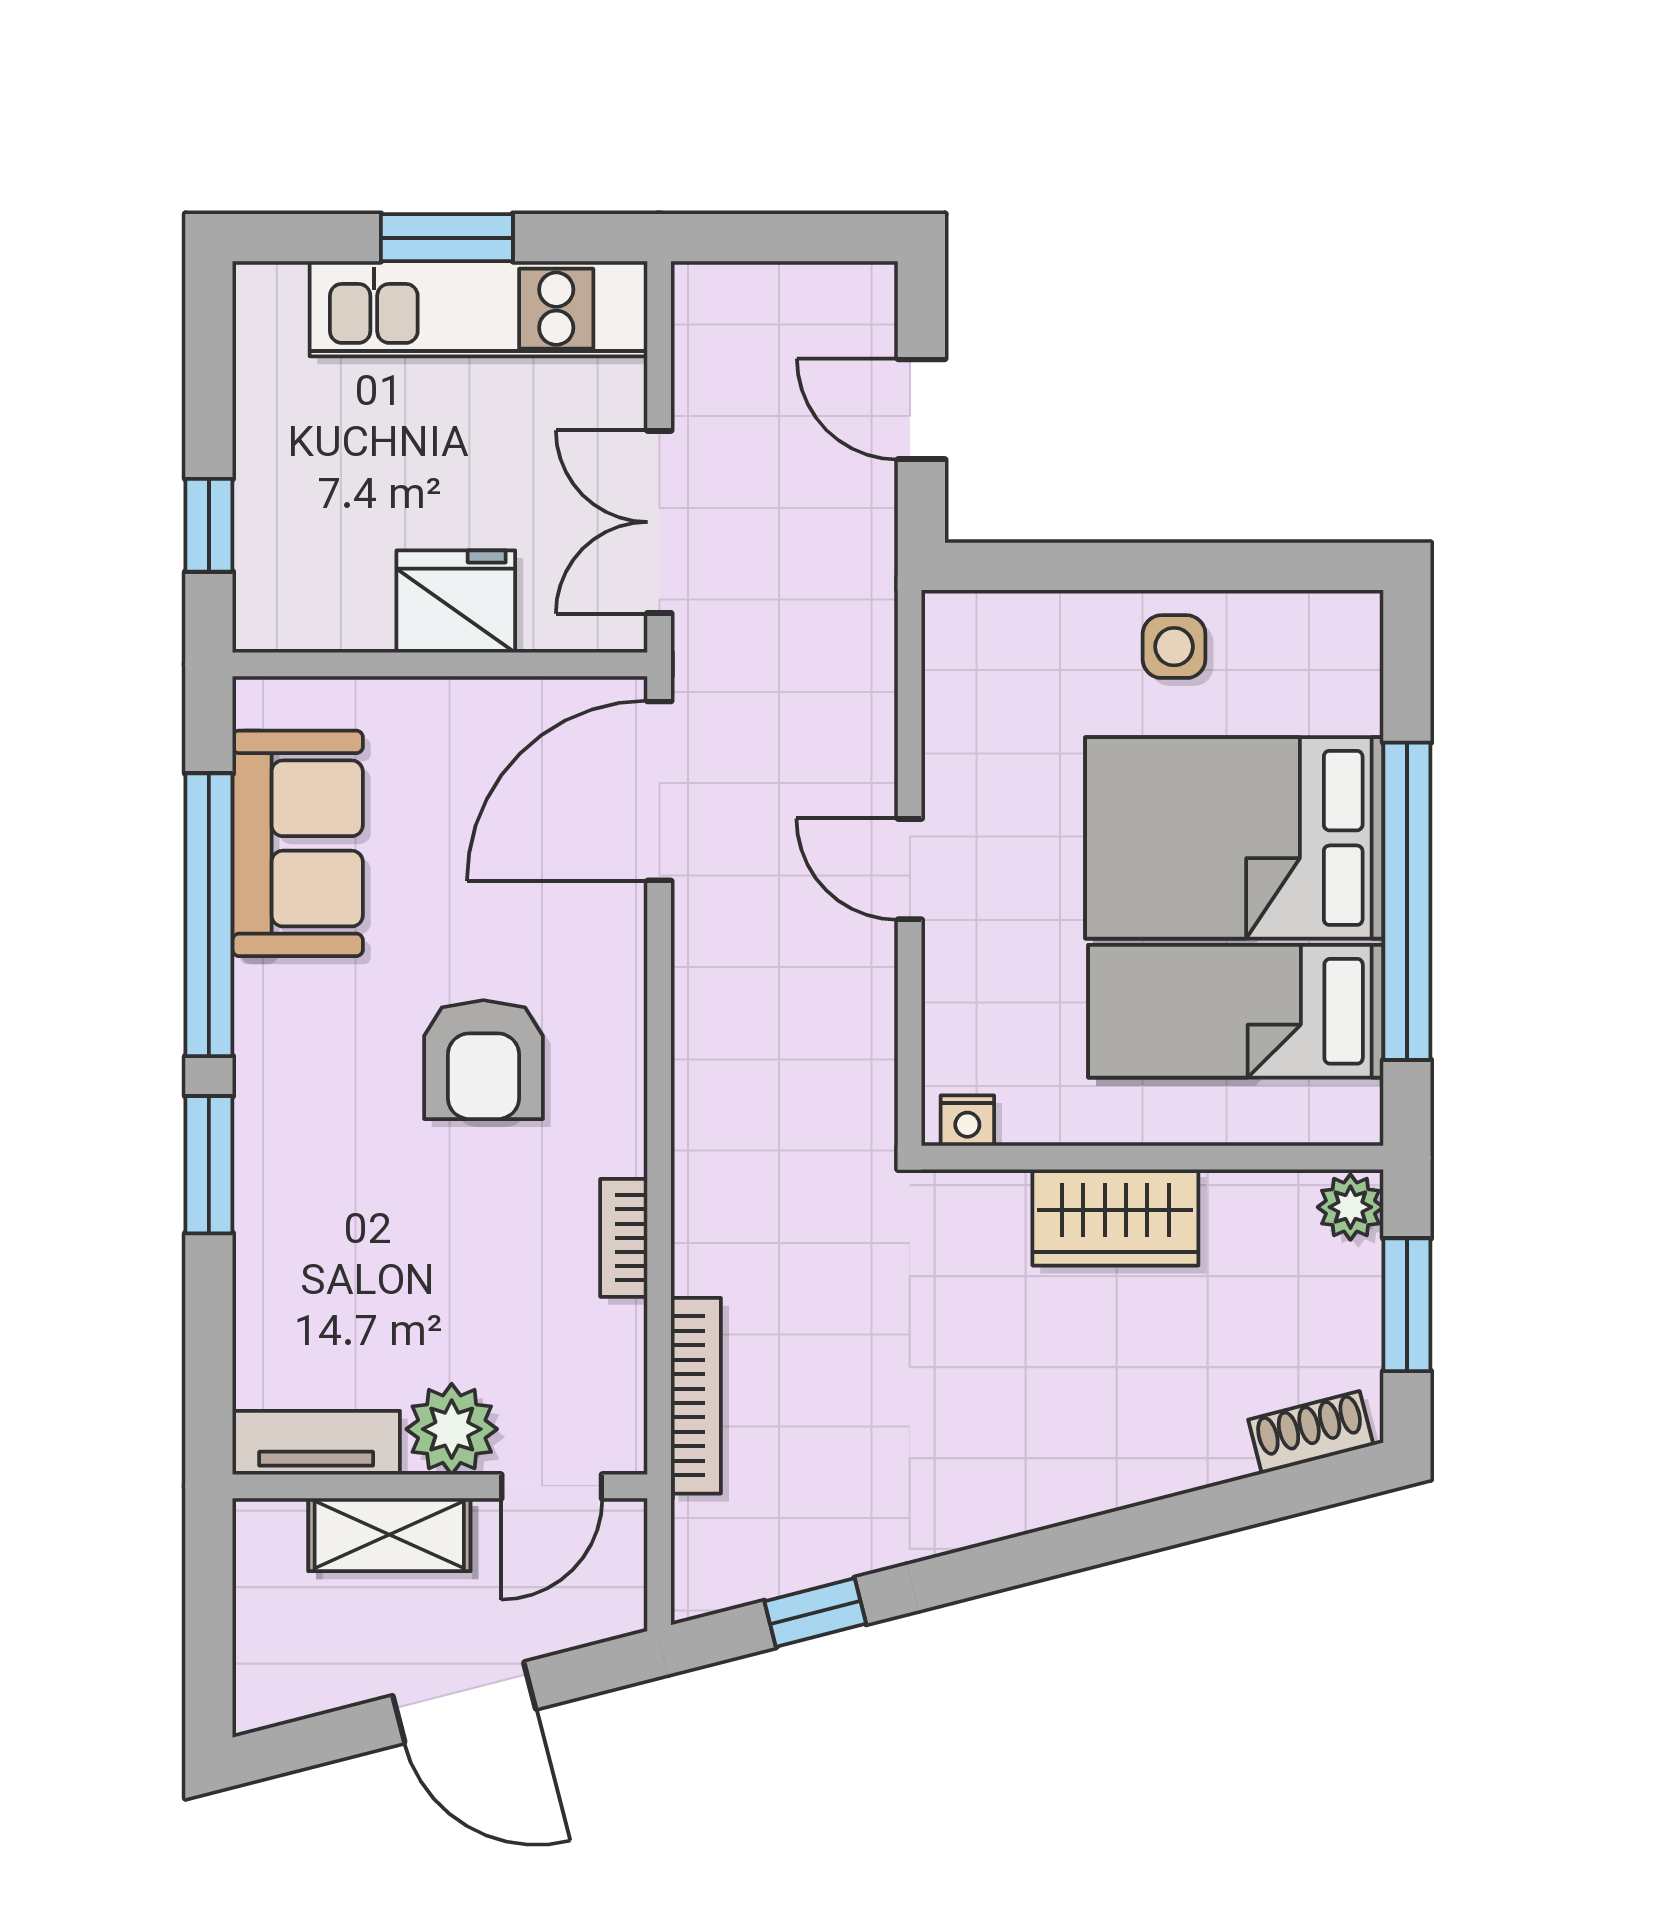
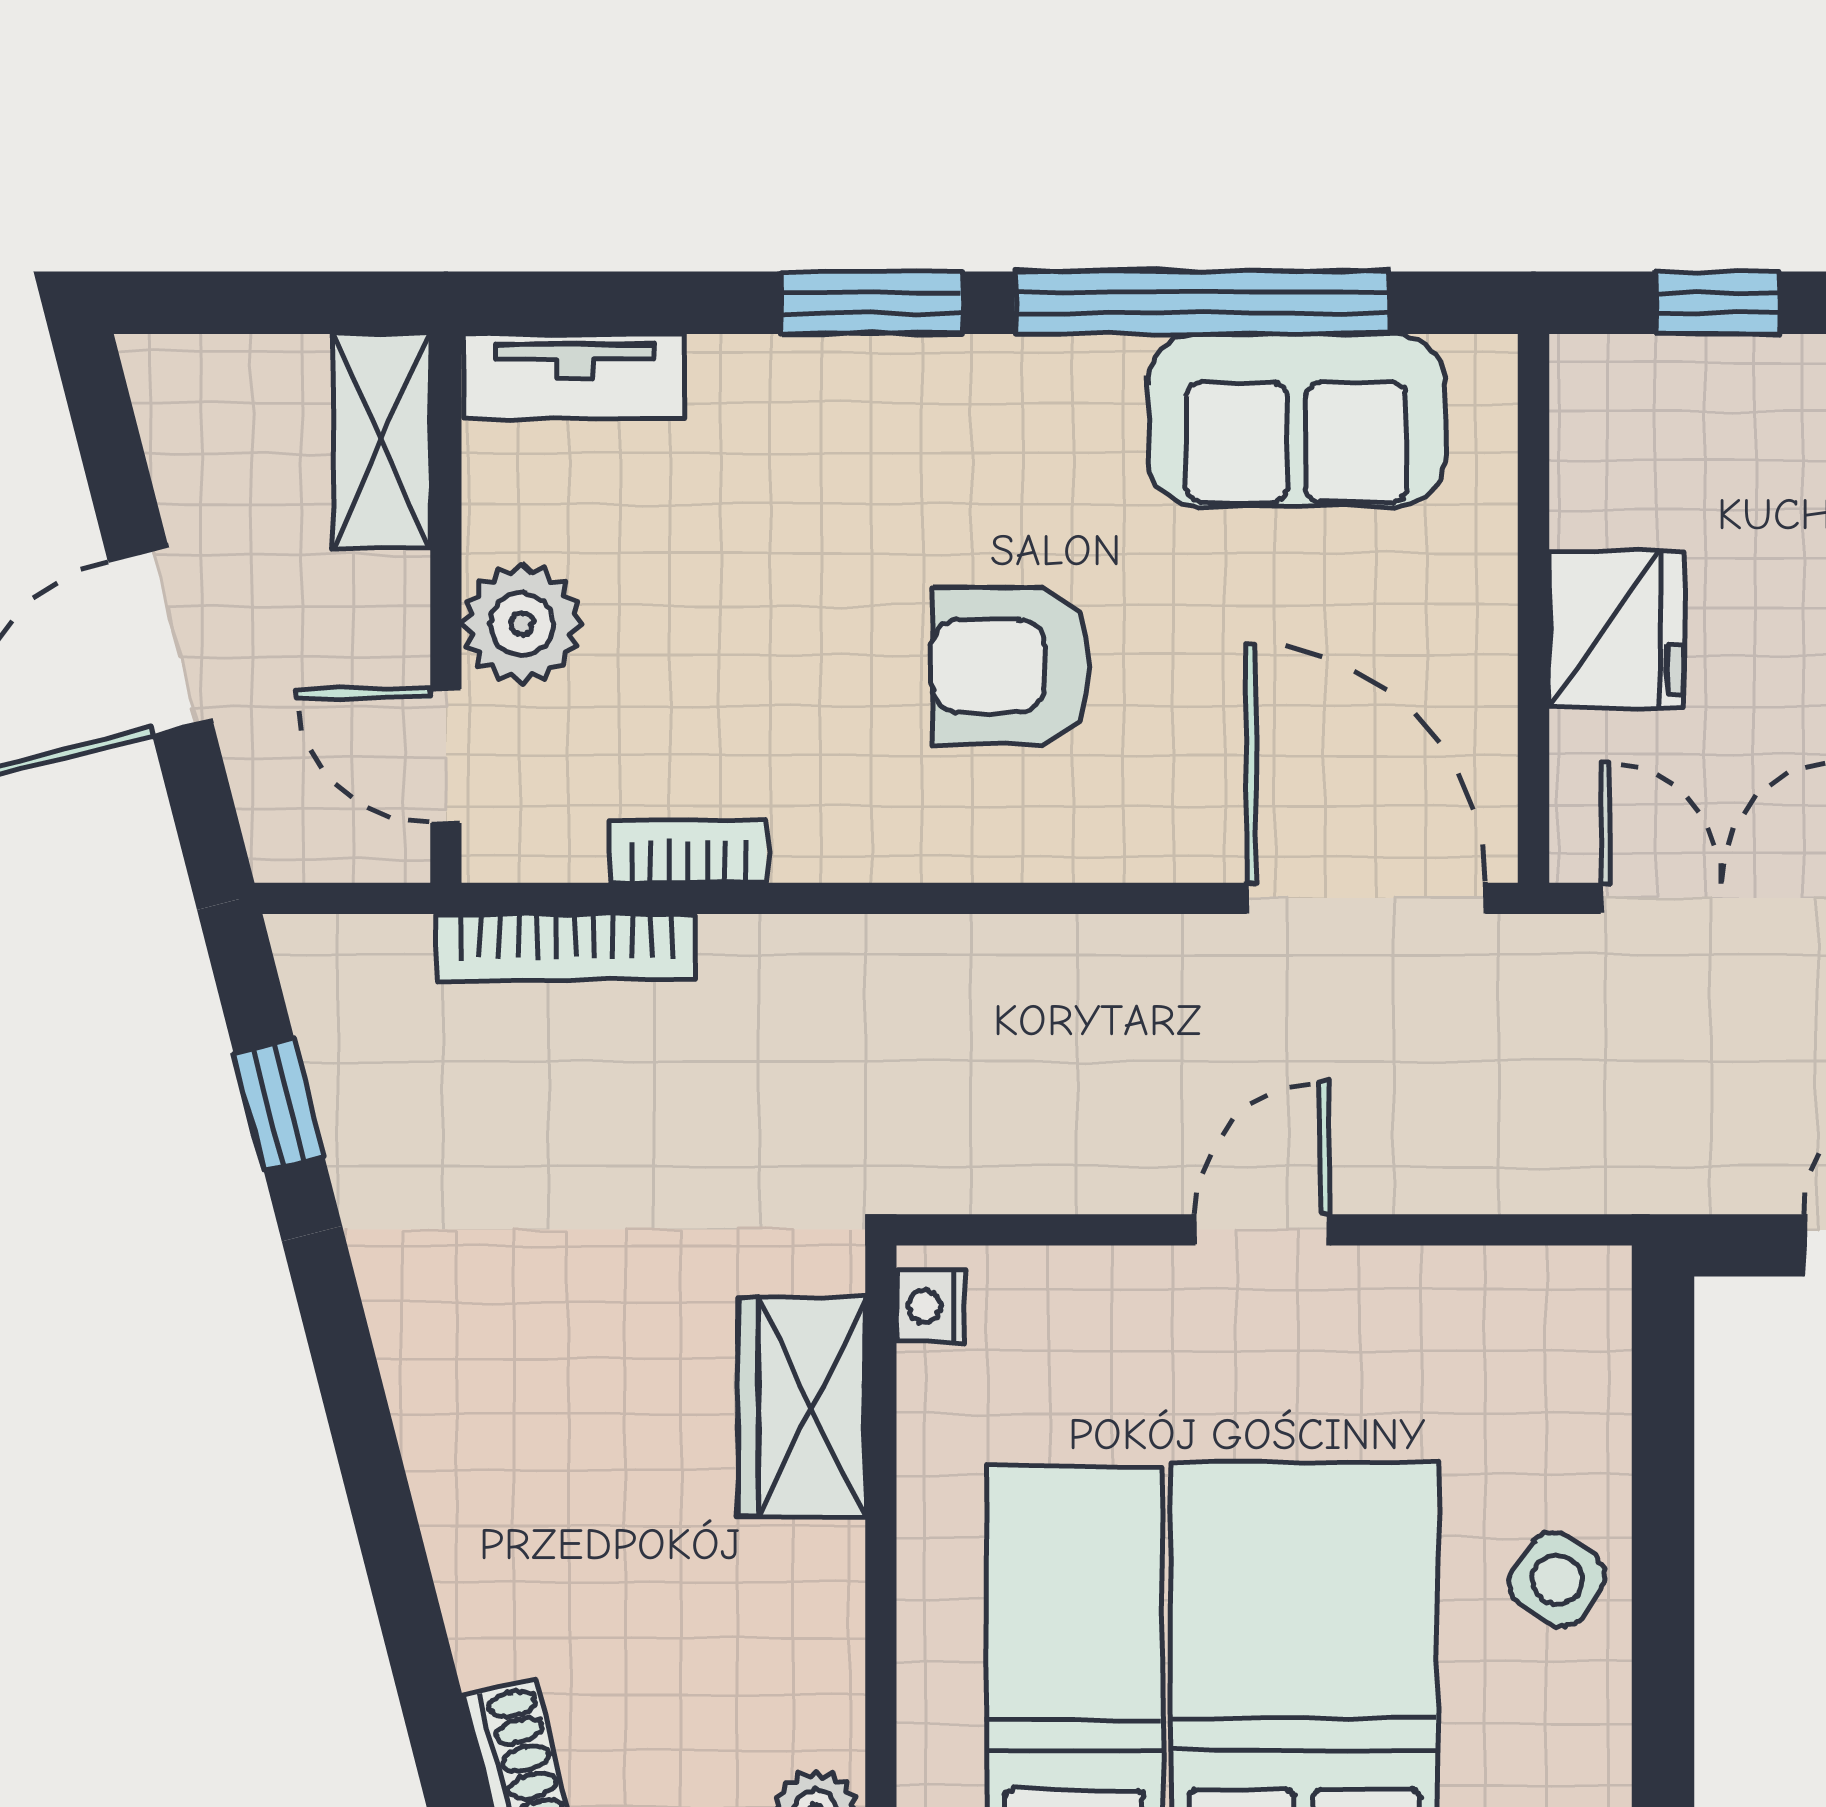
side table: (1174, 647) -> (1557, 1580), turned 35
wardrobe: (1115, 1217) -> (802, 1407), moved
bookcase: (624, 1238) -> (688, 852), moved
tv unit: (316, 1443) -> (575, 376), moved, turned 90
shelving: (389, 1535) -> (382, 441), moved

